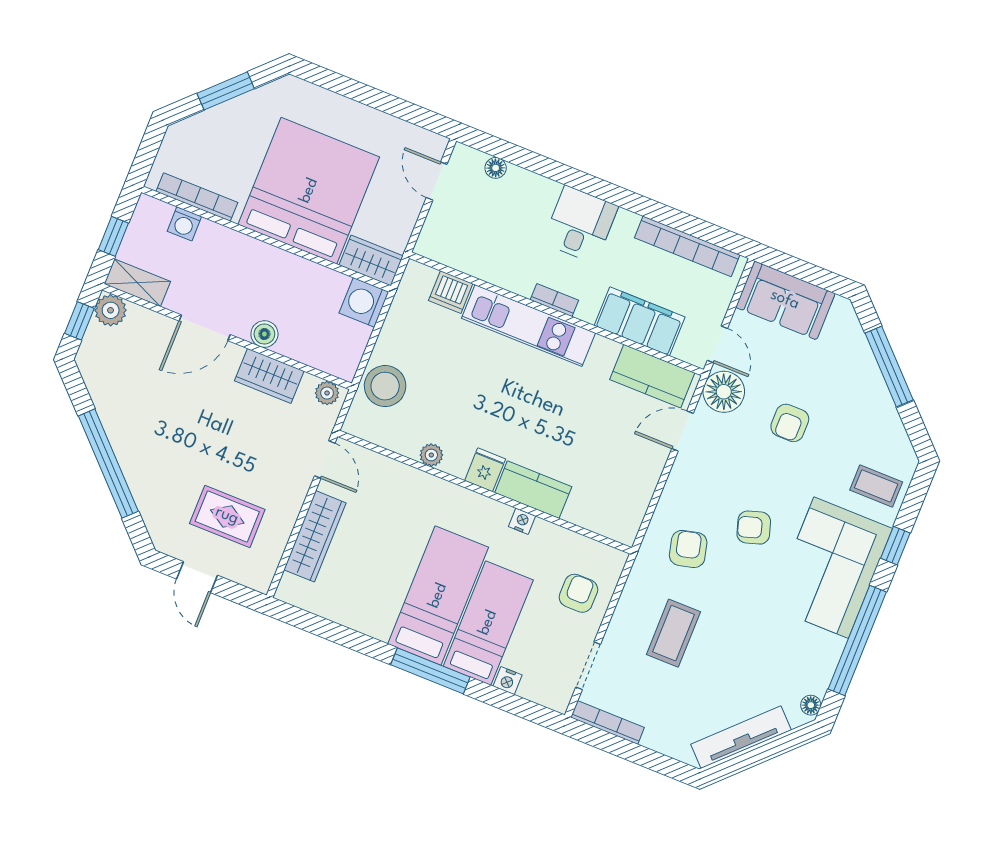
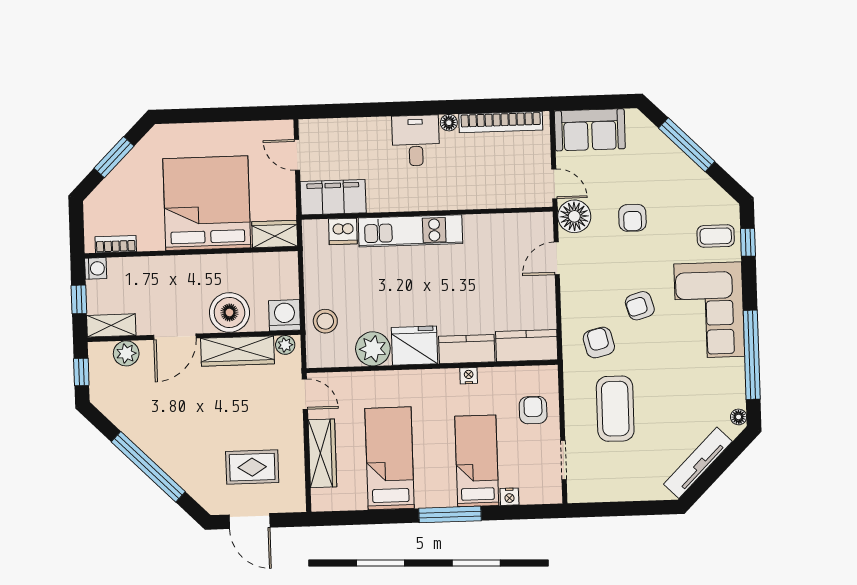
floor lamp: (496, 168) -> (449, 123), moved
bookcase: (197, 197) -> (116, 244), width x0.64
washing machine: (184, 224) -> (96, 268), moved, turned -90
bookcase: (554, 300) -> (421, 204), removed
washing machine: (364, 302) -> (285, 315), moved, turned 90
plant: (111, 310) -> (126, 353), moved
filing cabinet: (640, 321) -> (333, 197), moved
boiler: (264, 334) -> (229, 312), width x1.86, depth x1.86
wardrobe: (269, 376) -> (238, 351), width x1.50
kitchen counter: (652, 376) -> (527, 346), moved, turned 180
stool: (385, 386) -> (325, 321), width x0.73, depth x0.73
plant: (431, 455) -> (373, 349), width x1.87, depth x1.87
fridge: (485, 470) -> (414, 346), width x1.88, depth x1.34
window: (895, 546) -> (748, 242), moved
door: (197, 577) -> (250, 521), width x1.38
bed: (438, 596) -> (390, 458), moved
coffee table: (673, 633) -> (615, 409), width x1.36, depth x1.32
bookcase: (607, 722) -> (596, 495), removed

